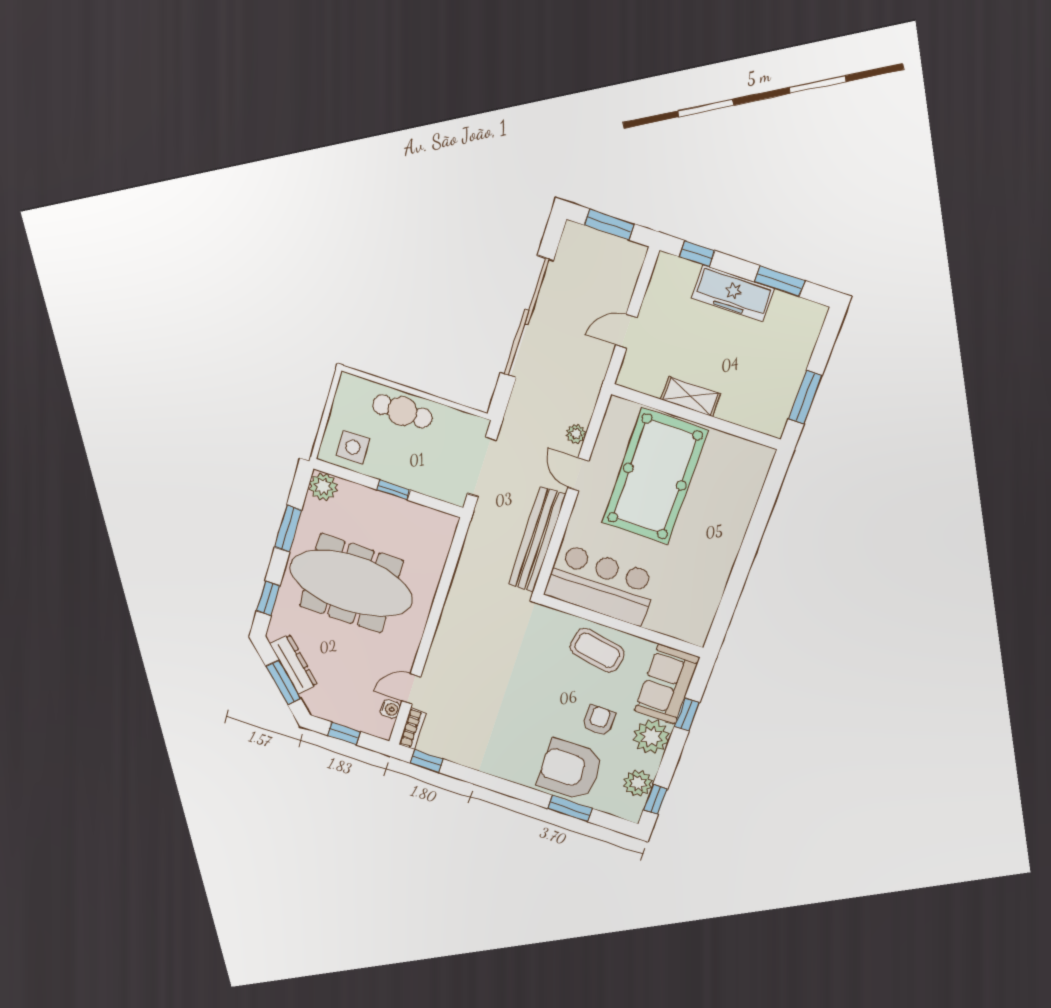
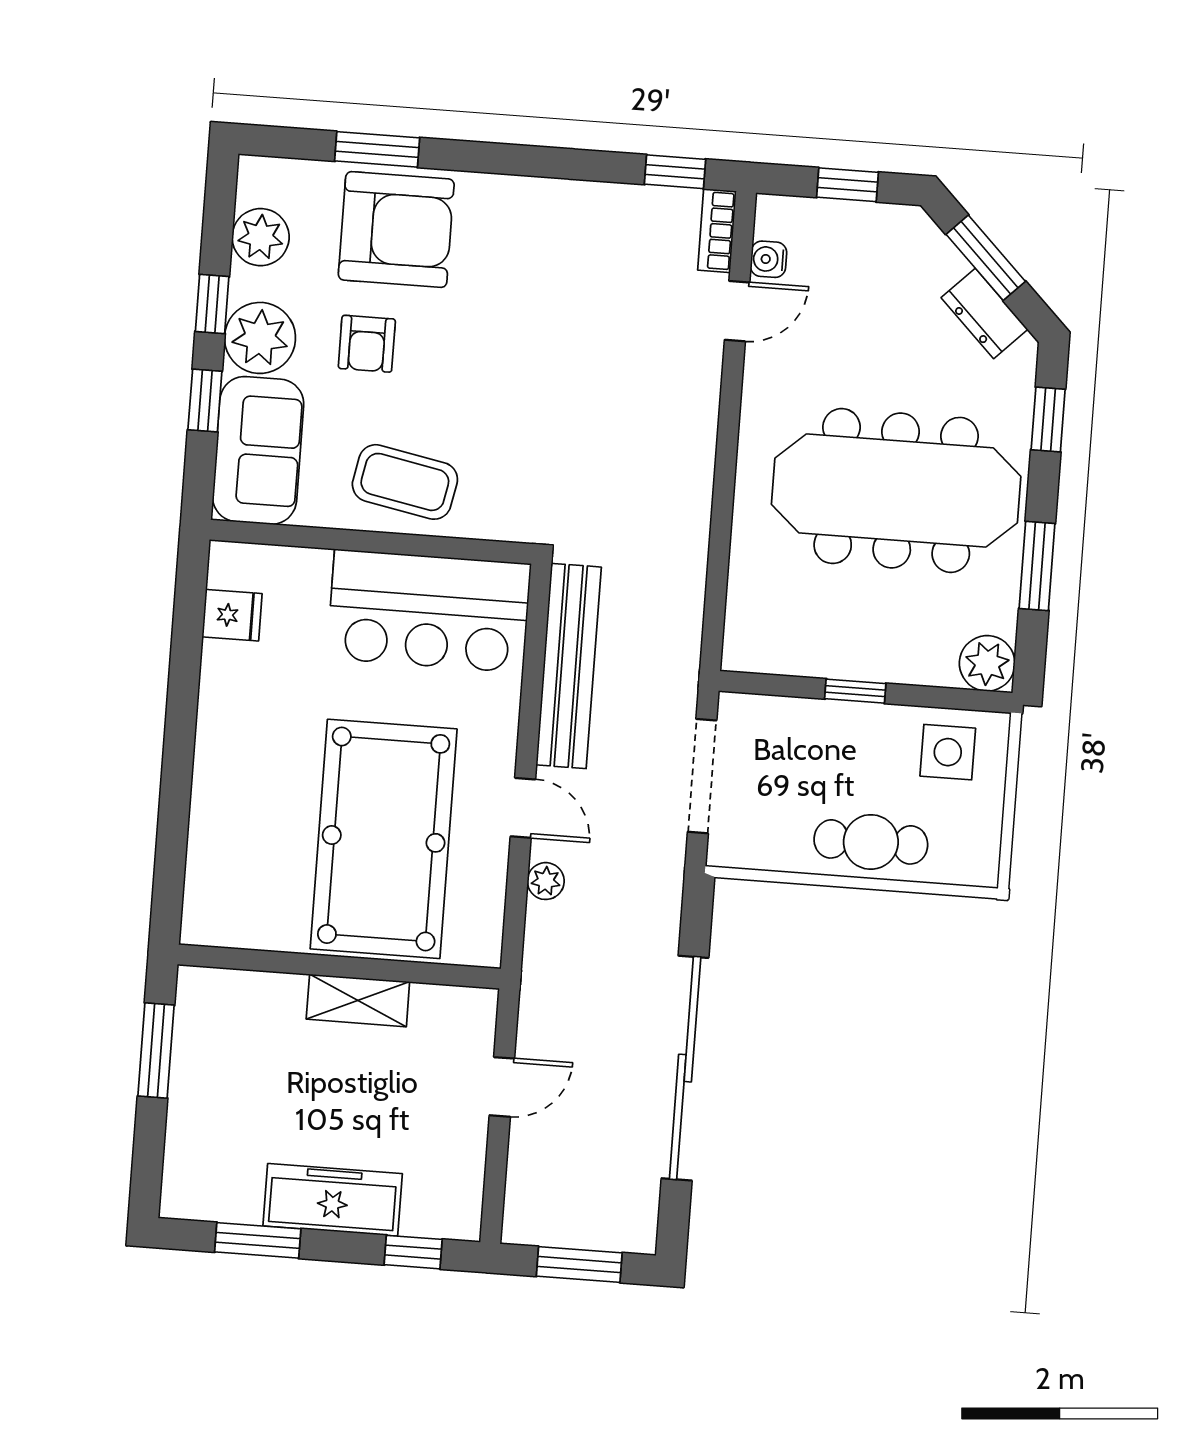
fridge: (702, 608) -> (232, 615), added
dresser: (294, 664) -> (984, 313), width x0.70
window: (655, 799) -> (212, 304), moved

